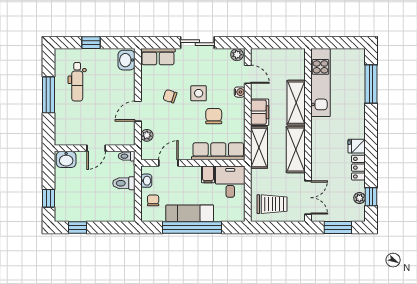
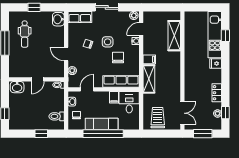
door: (248, 74) -> (141, 29), swing flipped
kitchen unit: (320, 83) -> (215, 35), moved, turned 180
window: (371, 84) -> (225, 36), width x0.46
shelving: (296, 103) -> (174, 36), moved
door: (138, 111) -> (66, 54), hinge flipped
filing cabinet: (260, 112) -> (149, 59), width x0.50
fridge: (357, 146) -> (216, 64), moved
shelving: (296, 149) -> (174, 80), removed
toilet: (124, 183) -> (57, 116), moved
trolley: (272, 204) -> (158, 118), turned -90
window: (77, 227) -> (41, 134), moved

